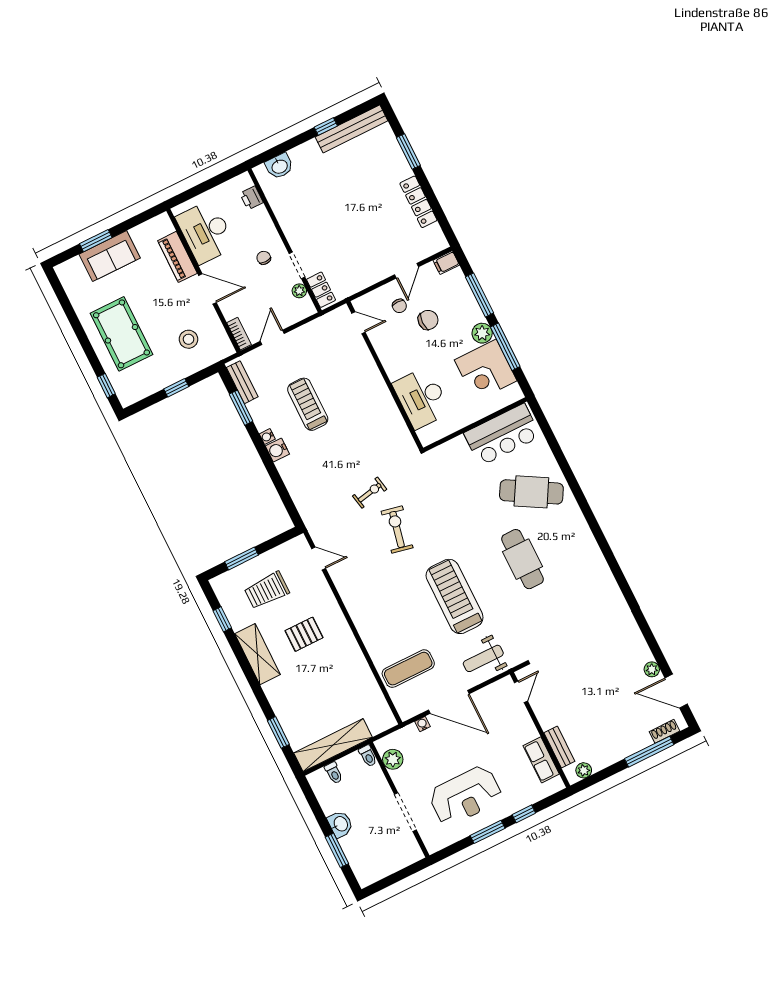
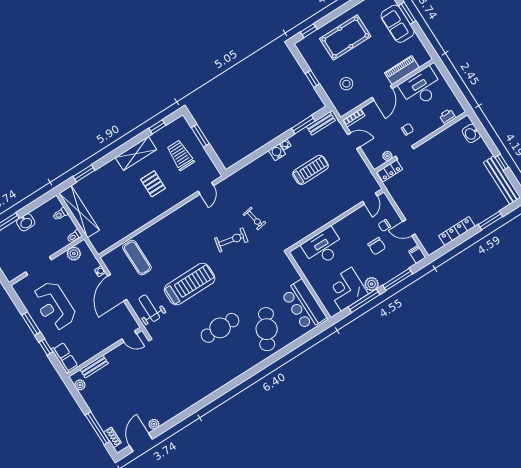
row of seats: (541, 760) -> (64, 357), moved, turned 90

